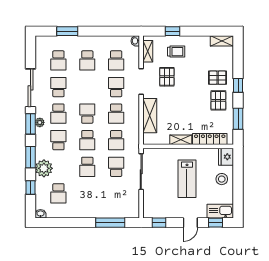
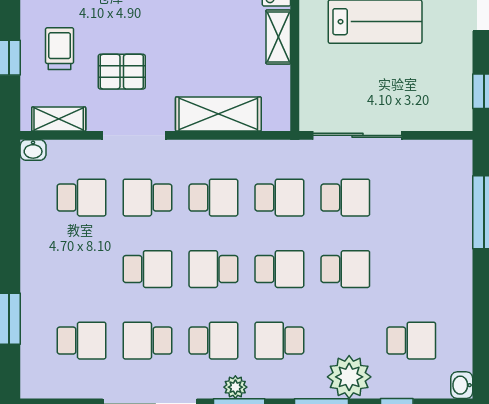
school desk: (87, 60) -> (147, 269), moved
school desk: (116, 167) -> (345, 198), turned 180

